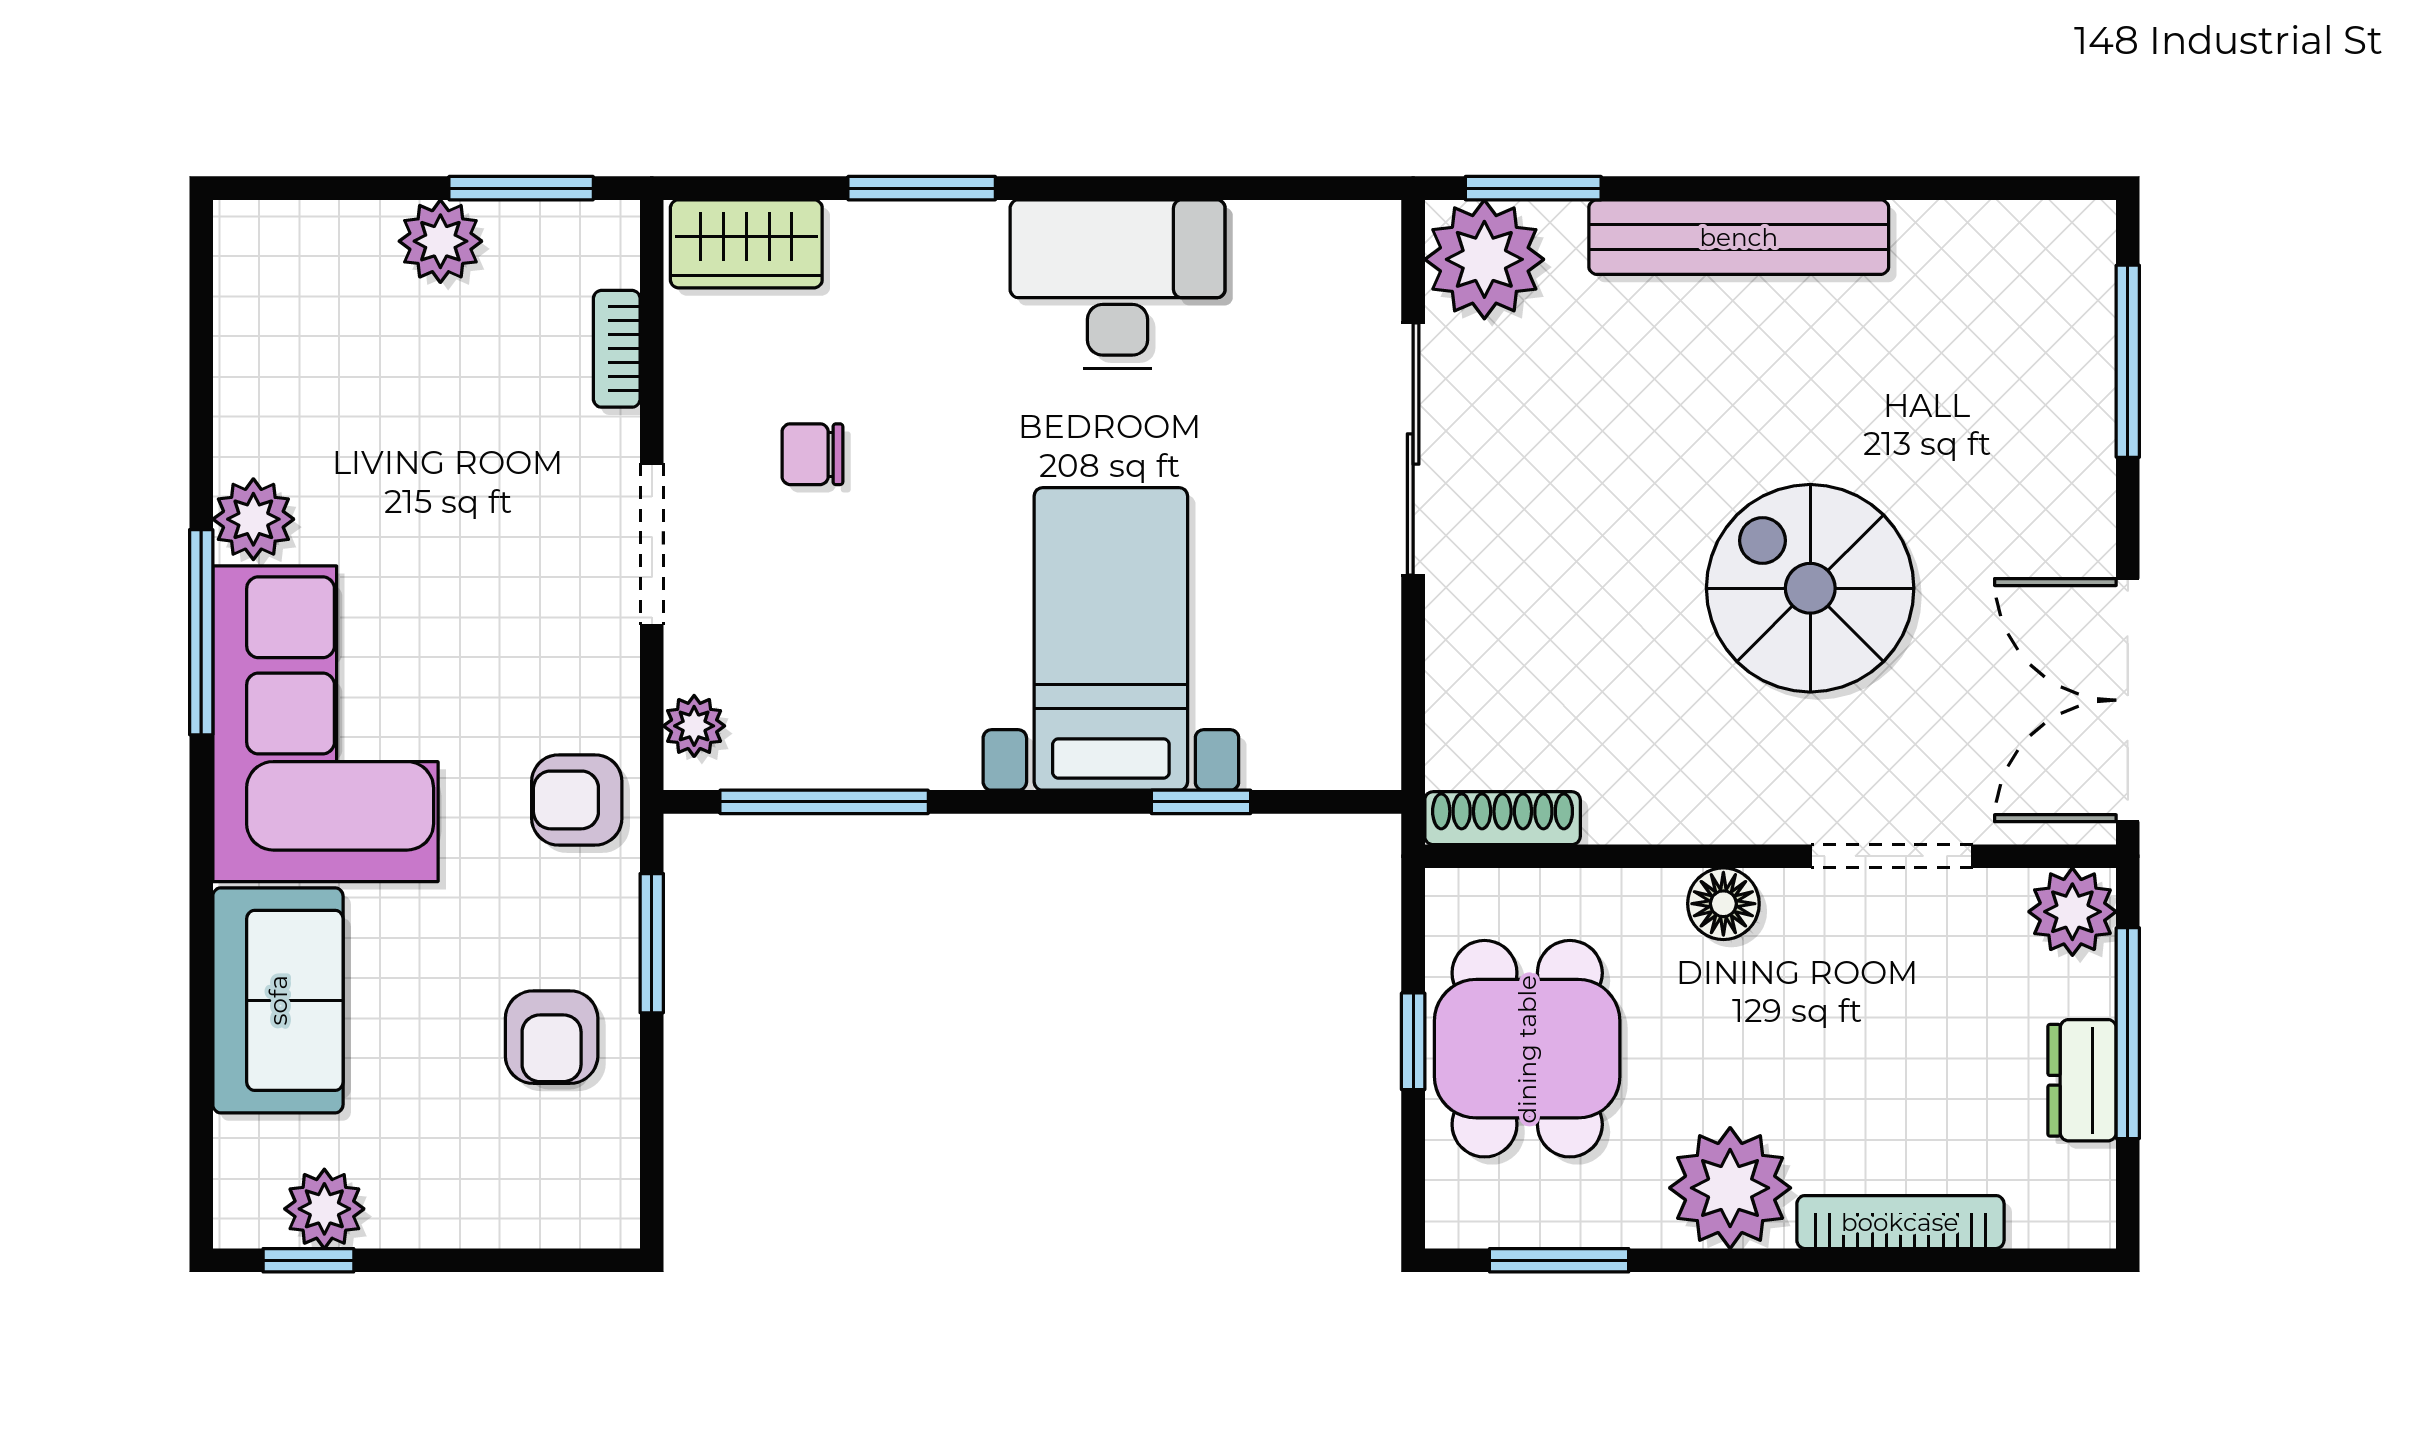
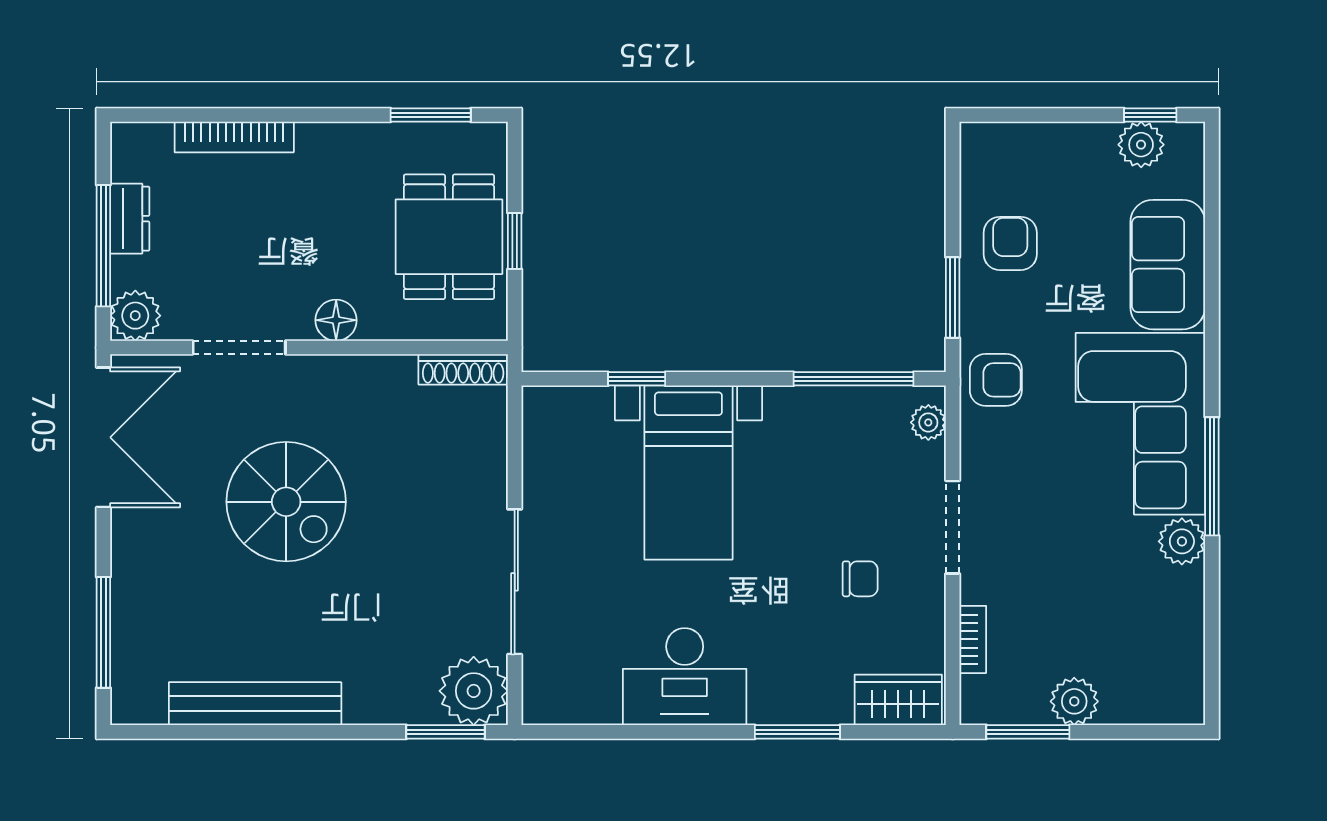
bench: (1739, 237) -> (255, 704), moved
plant: (1730, 1188) -> (332, 157), removed

